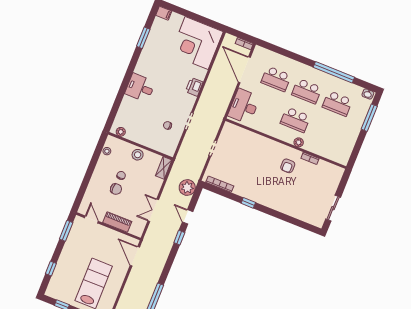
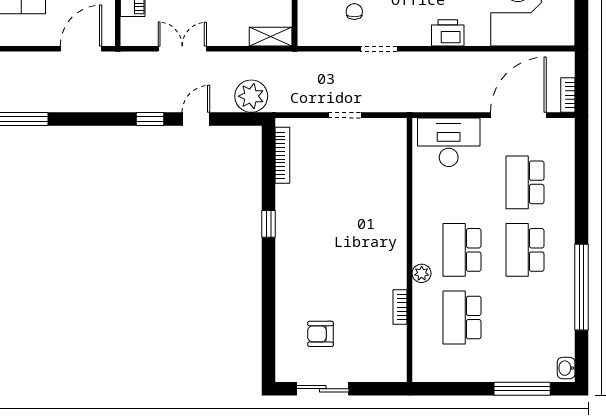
school desk: (337, 103) -> (462, 318), moved
armchair: (288, 166) -> (321, 334), moved

